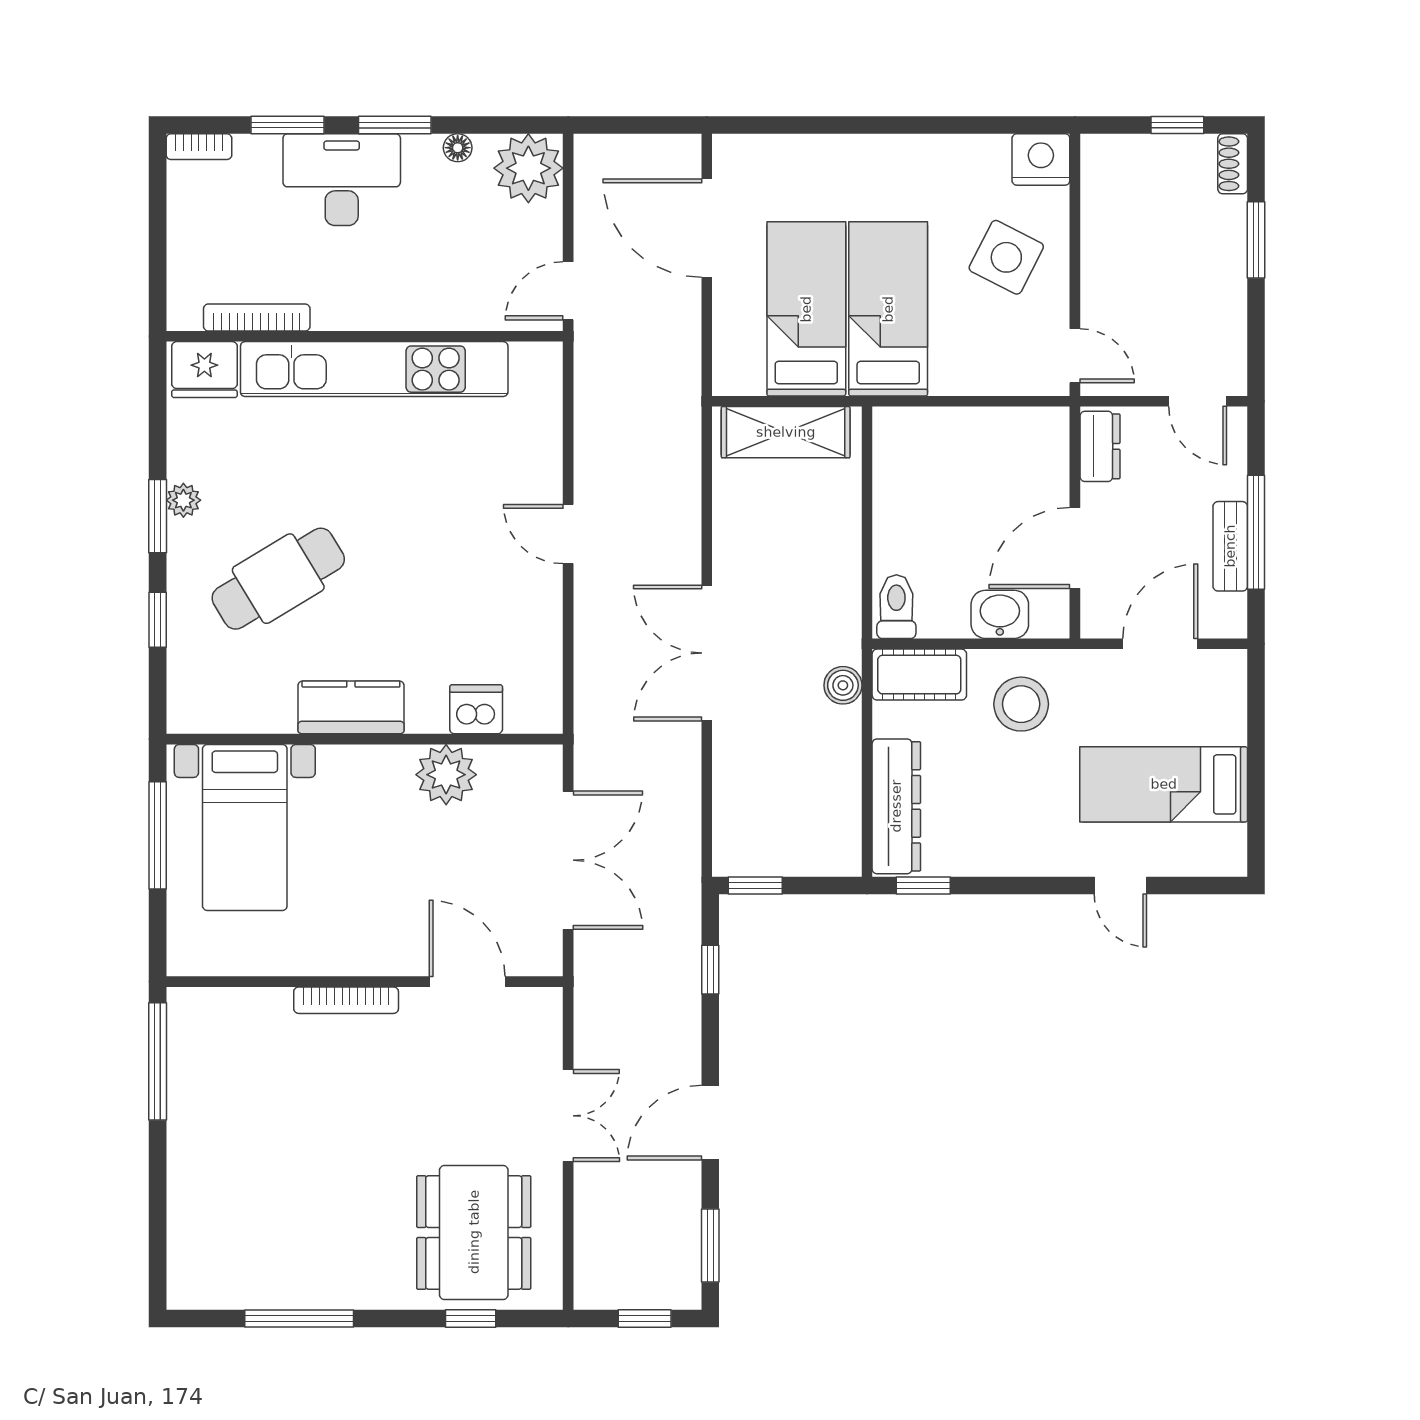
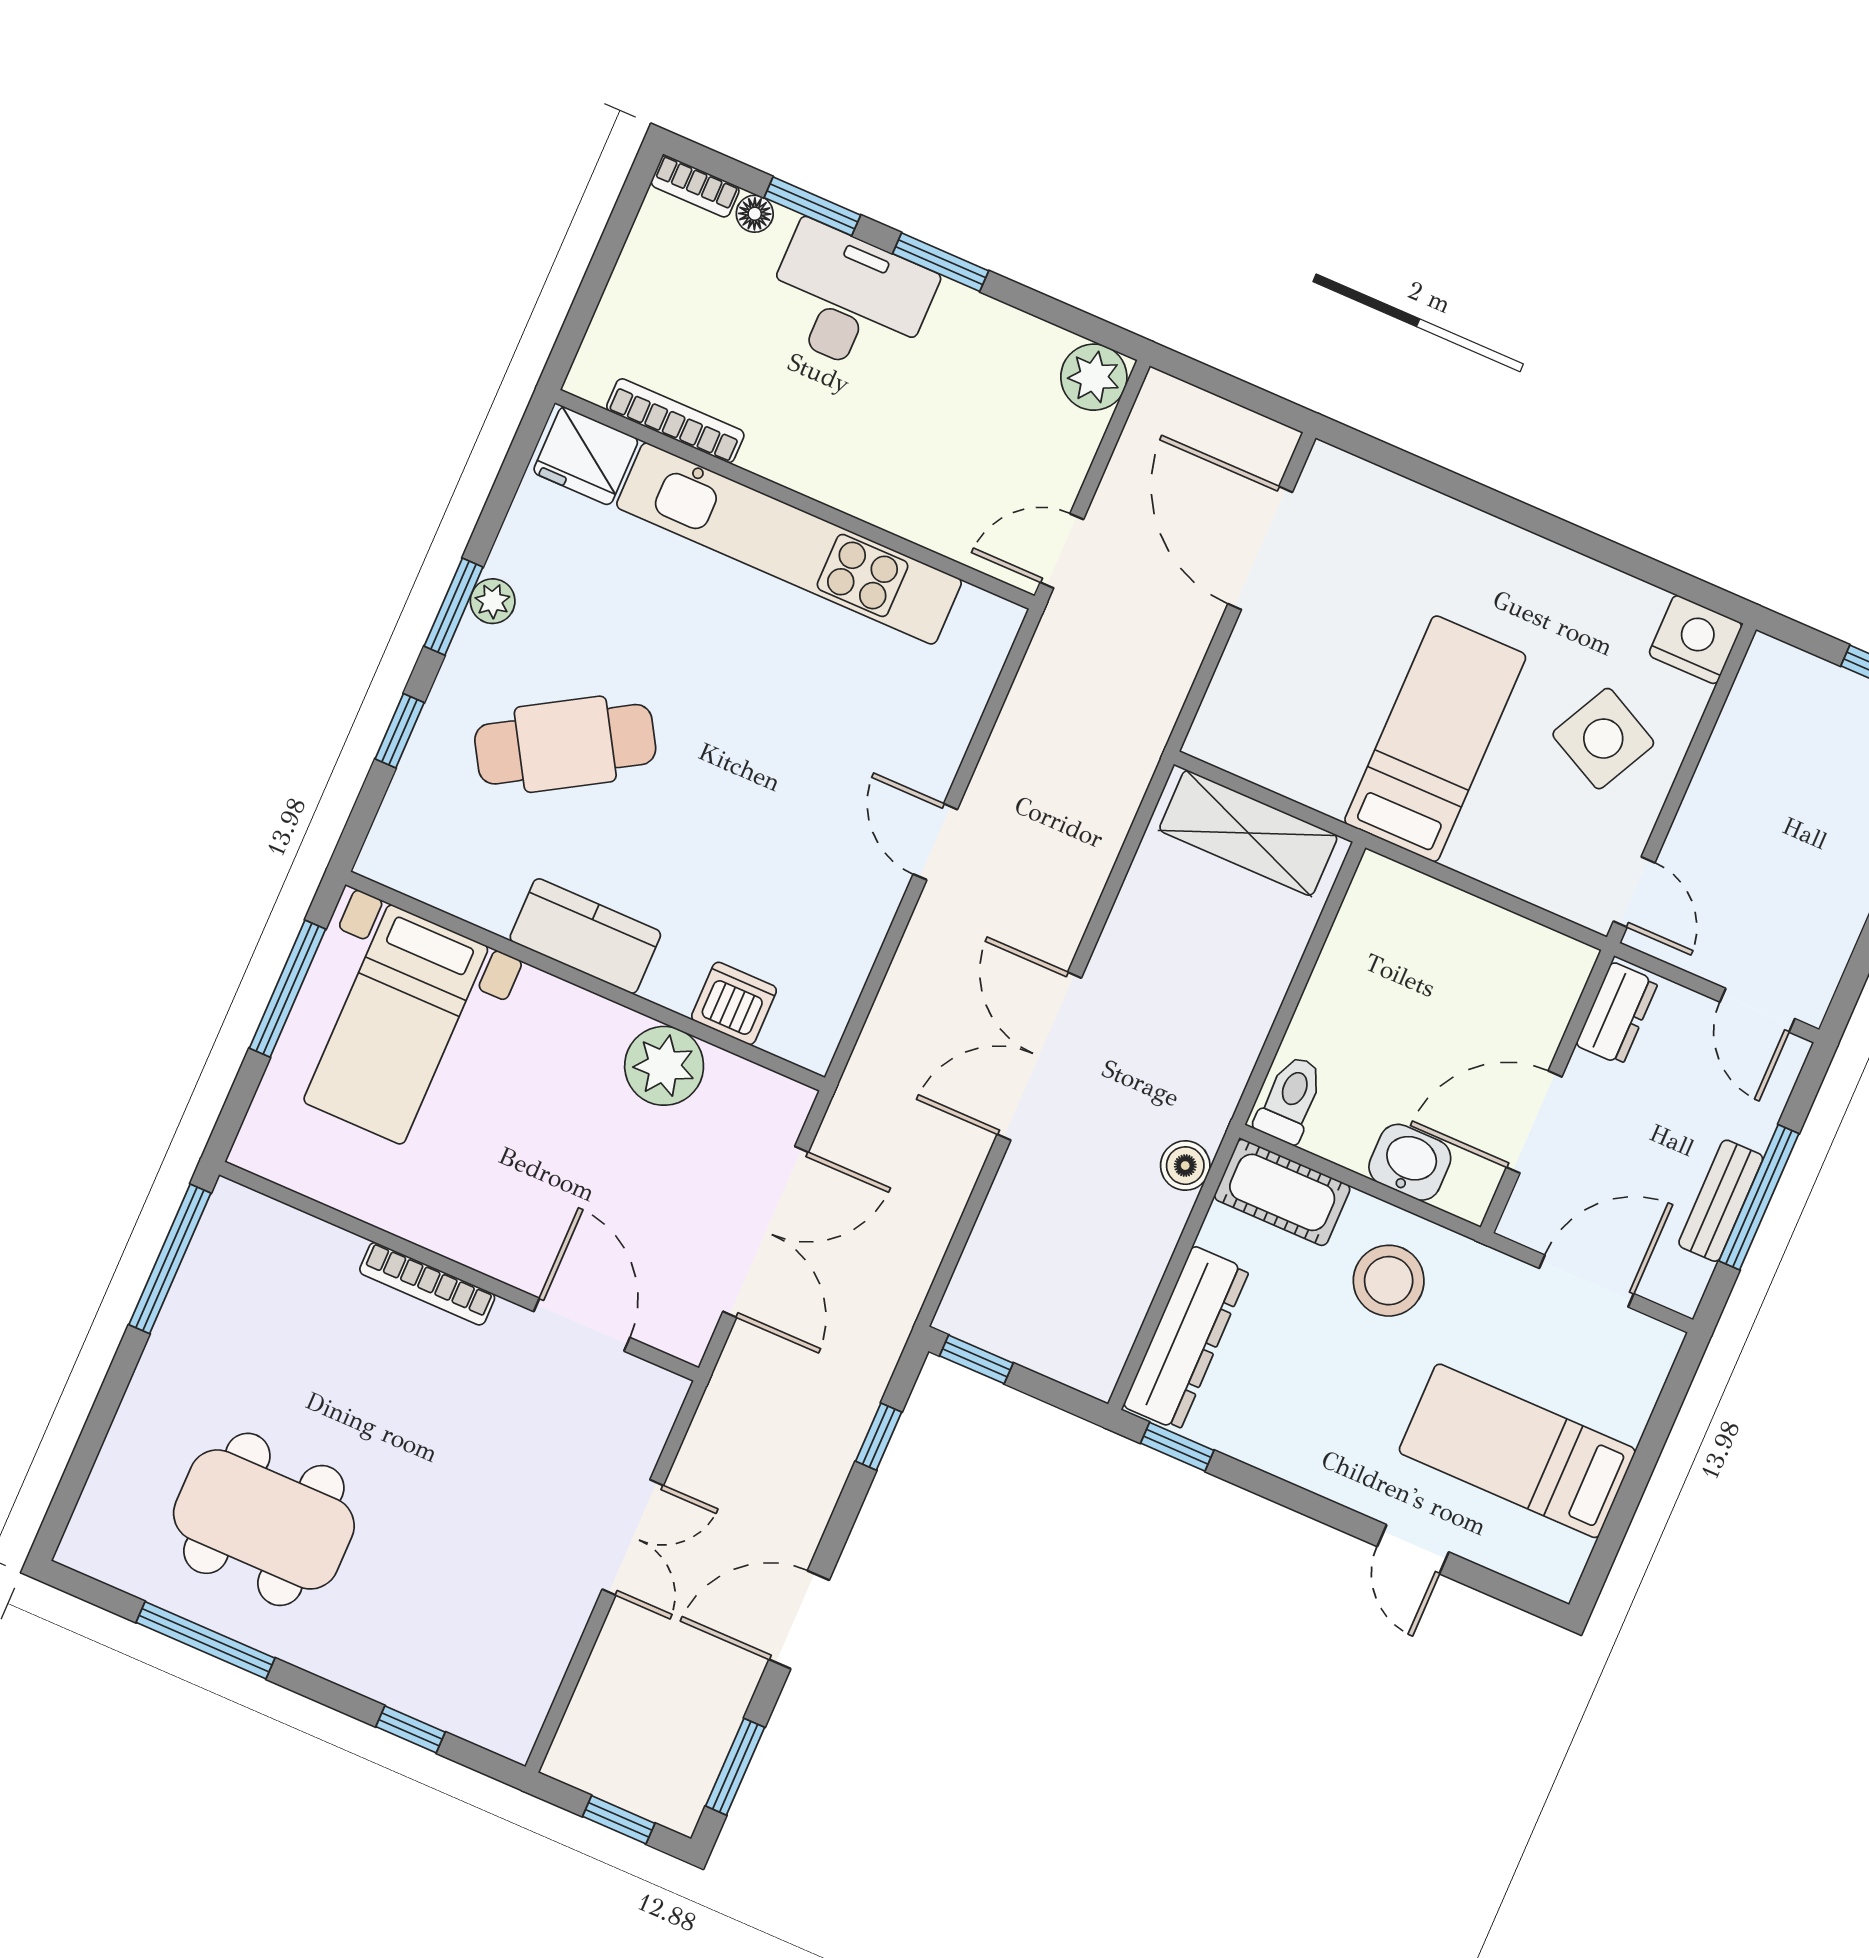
floor lamp: (458, 148) -> (755, 214), moved
plant: (528, 168) -> (1094, 377), width x0.73, depth x0.73
bed: (806, 309) -> (1337, 696), removed
dining table: (474, 1232) -> (264, 1519), moved, turned 90

